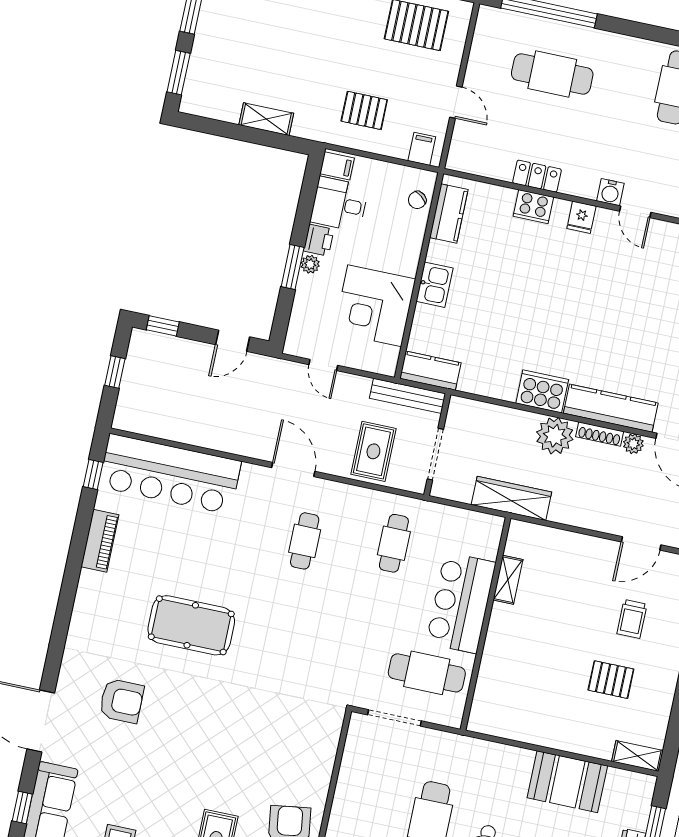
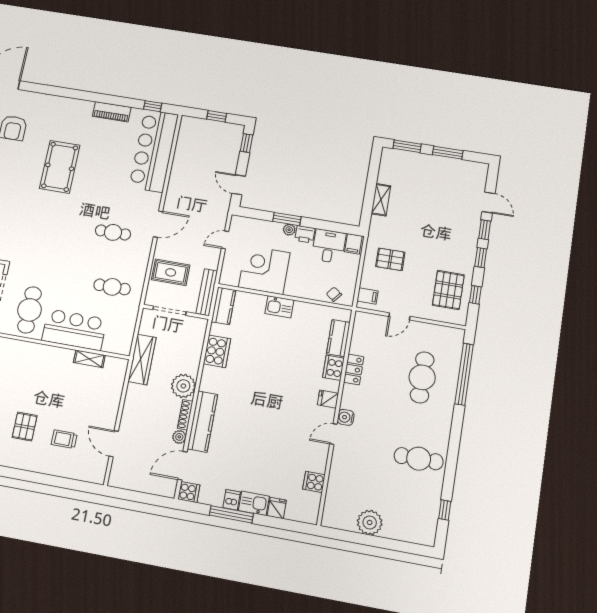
pallet: (364, 110) -> (390, 259), turned 90
kitchen counter: (449, 214) -> (338, 338), moved, turned 90
cooker: (542, 391) -> (217, 351), moved

